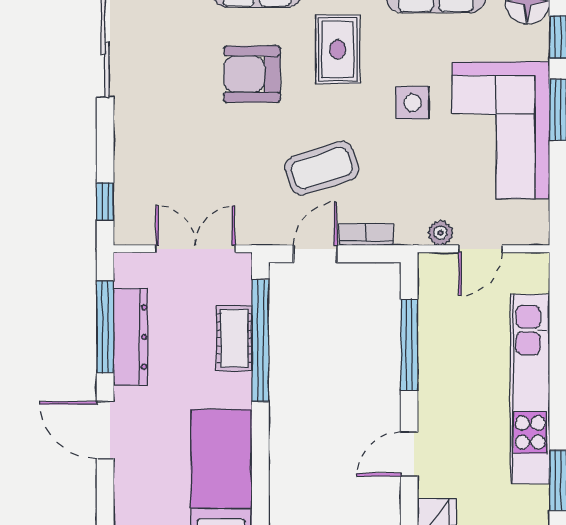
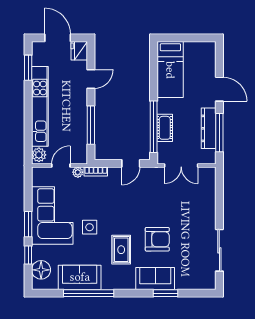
coffee table: (322, 168) -> (128, 200), removed
window: (105, 201) -> (219, 186), removed
bookcase: (366, 235) -> (96, 172), moved
plant: (533, 274) -> (39, 155), added

